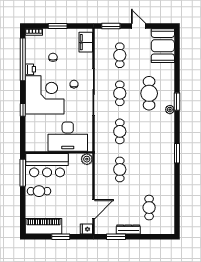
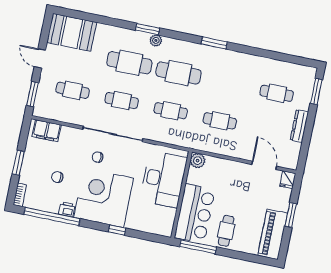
door: (138, 26) -> (40, 58), hinge flipped
cafe table: (149, 131) -> (178, 73), added
window: (116, 237) -> (316, 91), moved

